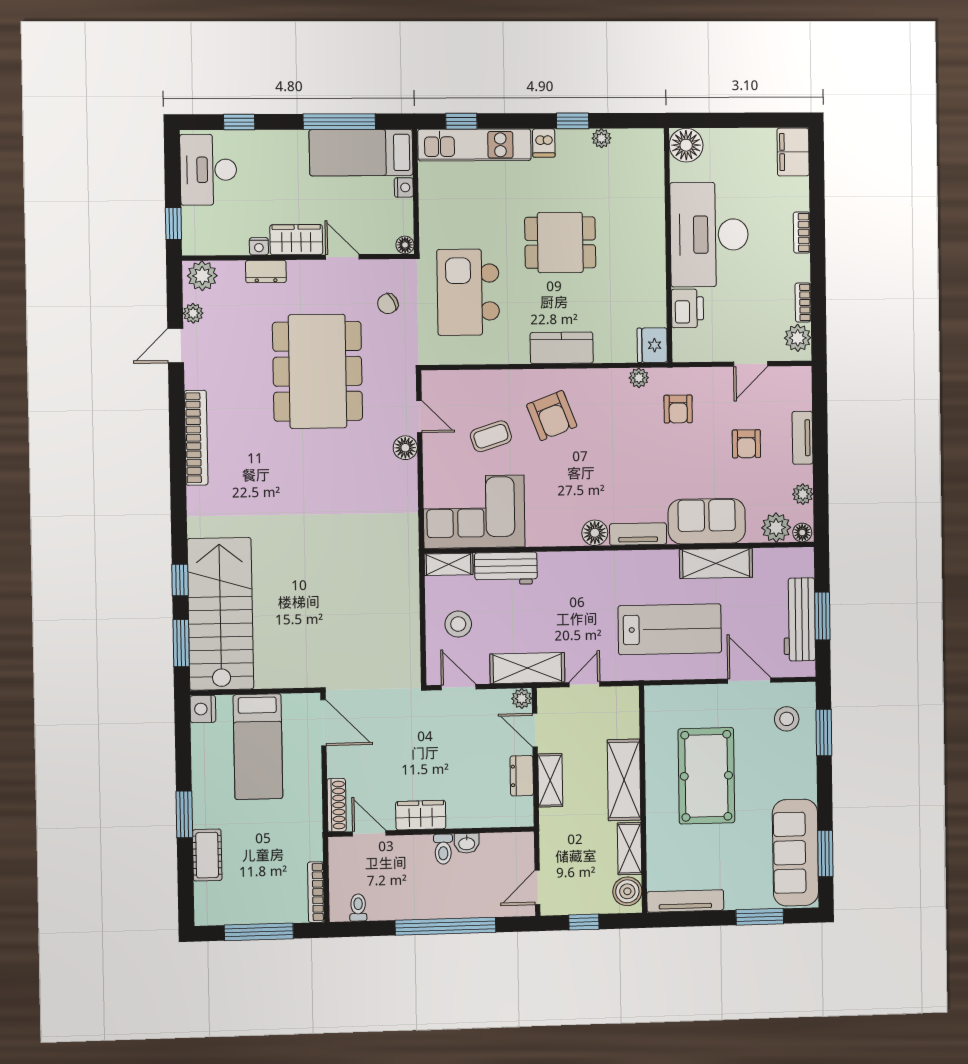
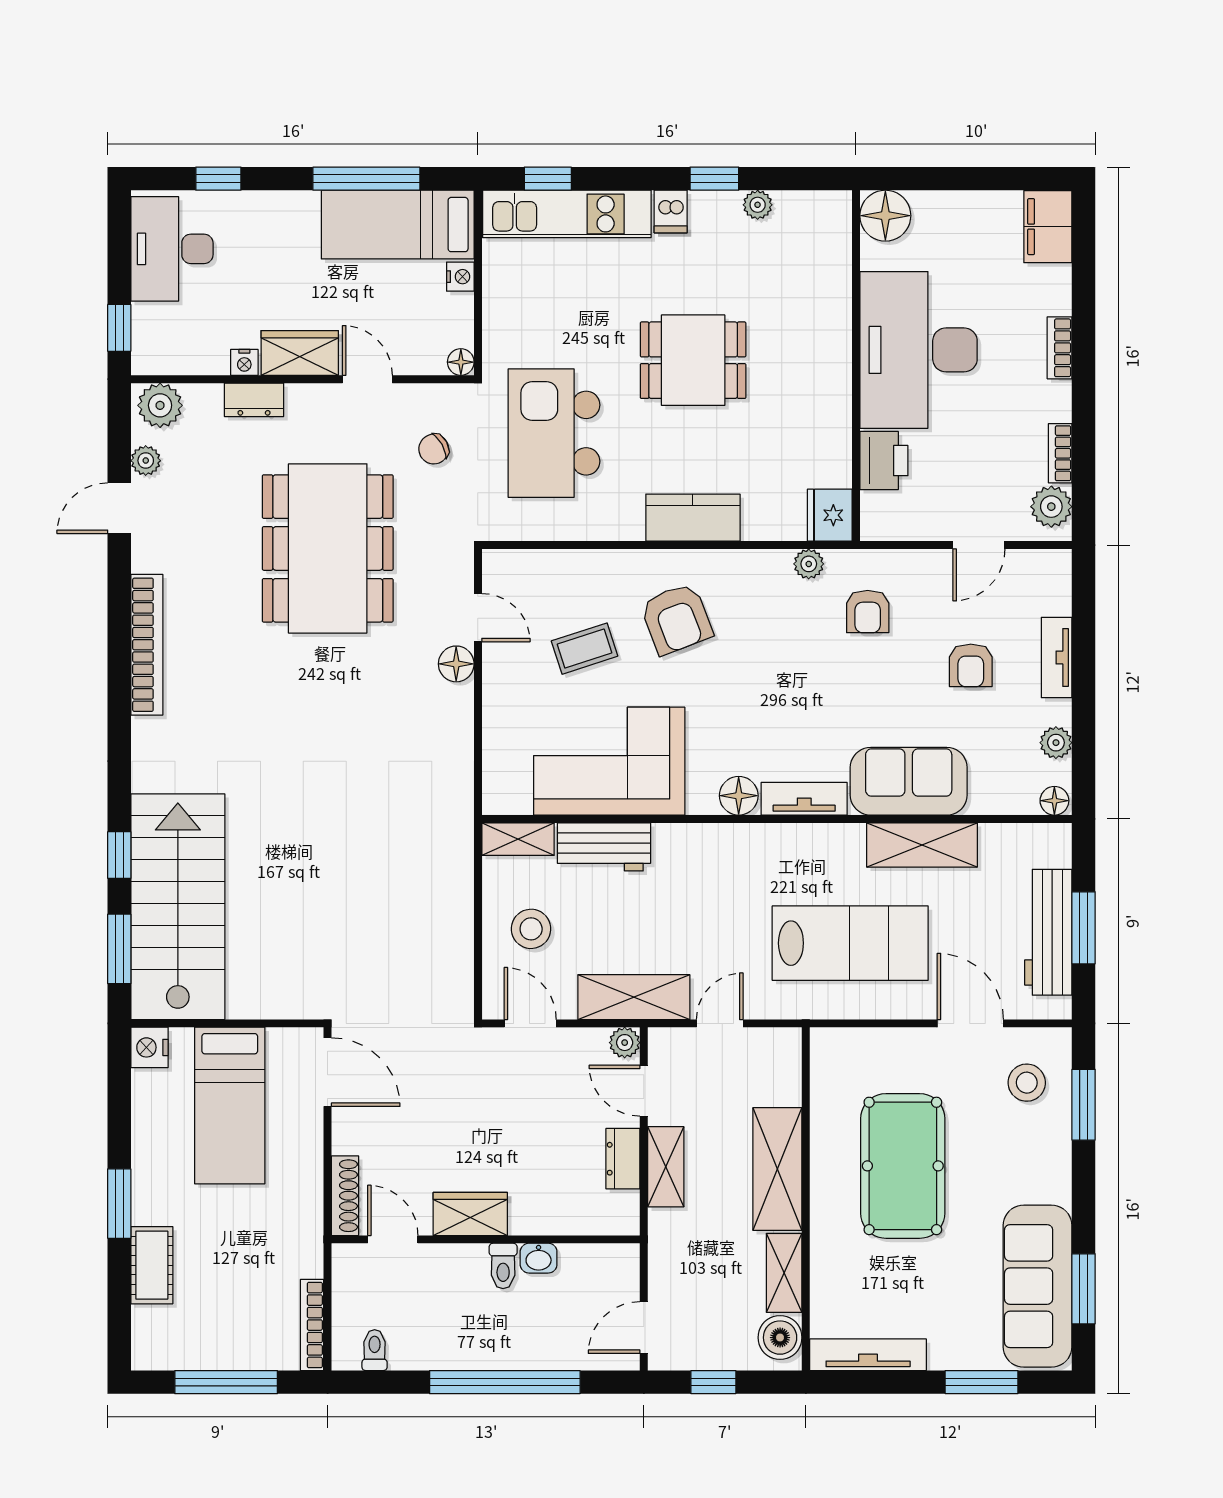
corner sofa: (474, 512) -> (609, 761), moved
plant: (776, 528) -> (1014, 793), removed

